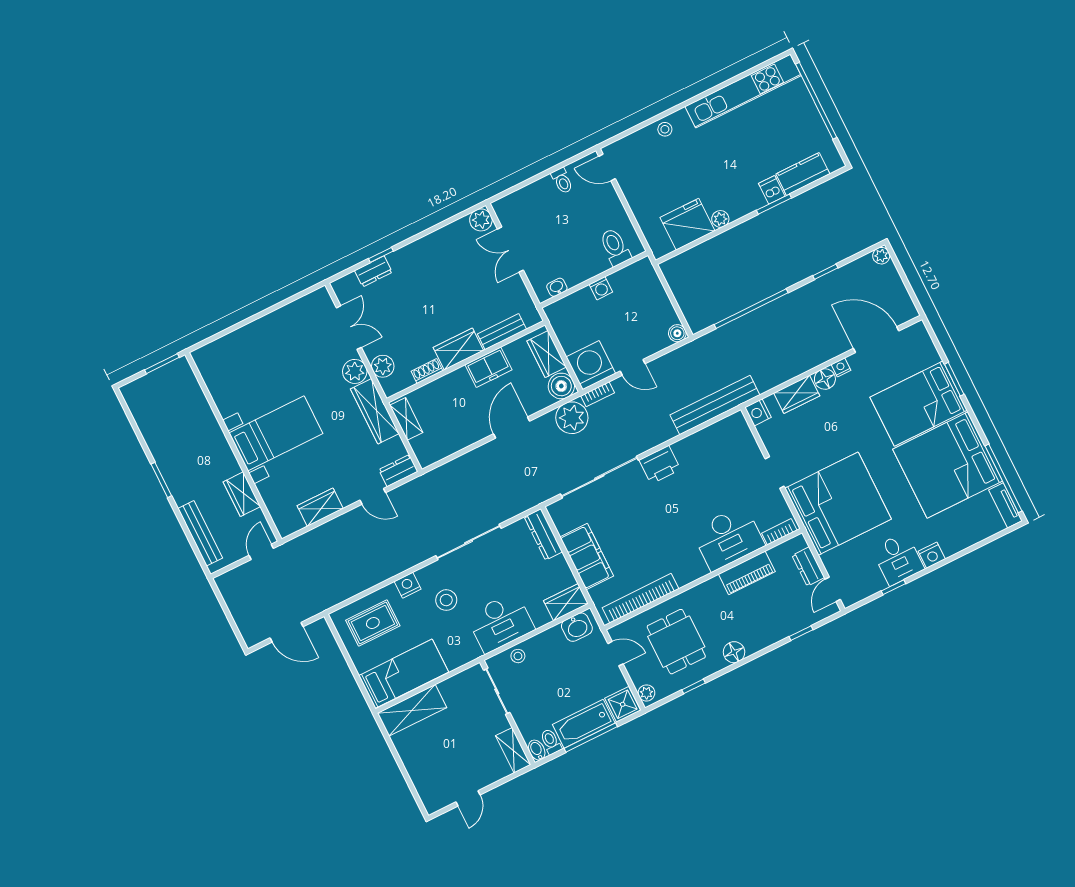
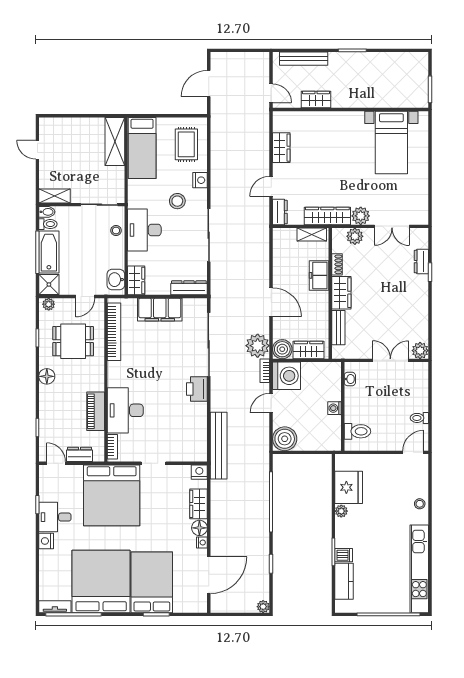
boiler: (677, 333) -> (285, 439), width x1.86, depth x1.86
freezer: (488, 367) -> (319, 275), moved
bed with nightstands: (276, 433) -> (391, 142), moved

